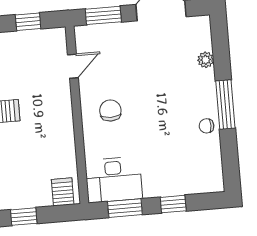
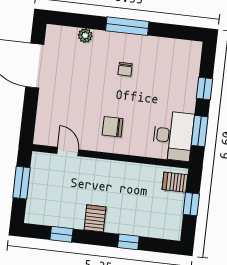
window: (103, 15) -> (29, 116), removed
window: (28, 22) -> (22, 183), width x1.50
chair: (207, 126) -> (125, 69), moved
window: (24, 217) -> (191, 204), moved

